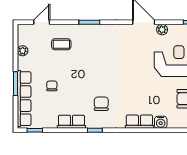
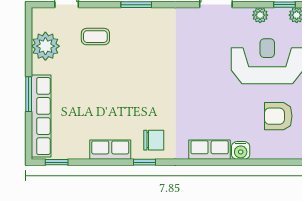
plant: (162, 30) -> (260, 15), moved
plant: (23, 51) -> (45, 46), width x1.88, depth x1.88
chair: (52, 86) -> (82, 97), removed
chair: (101, 104) -> (154, 140), moved, turned 90

